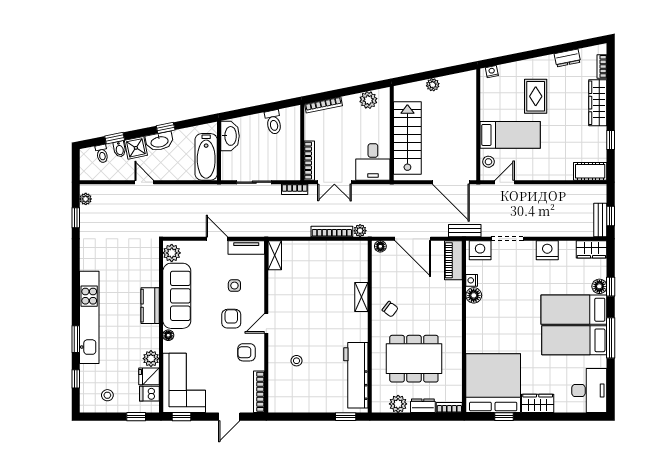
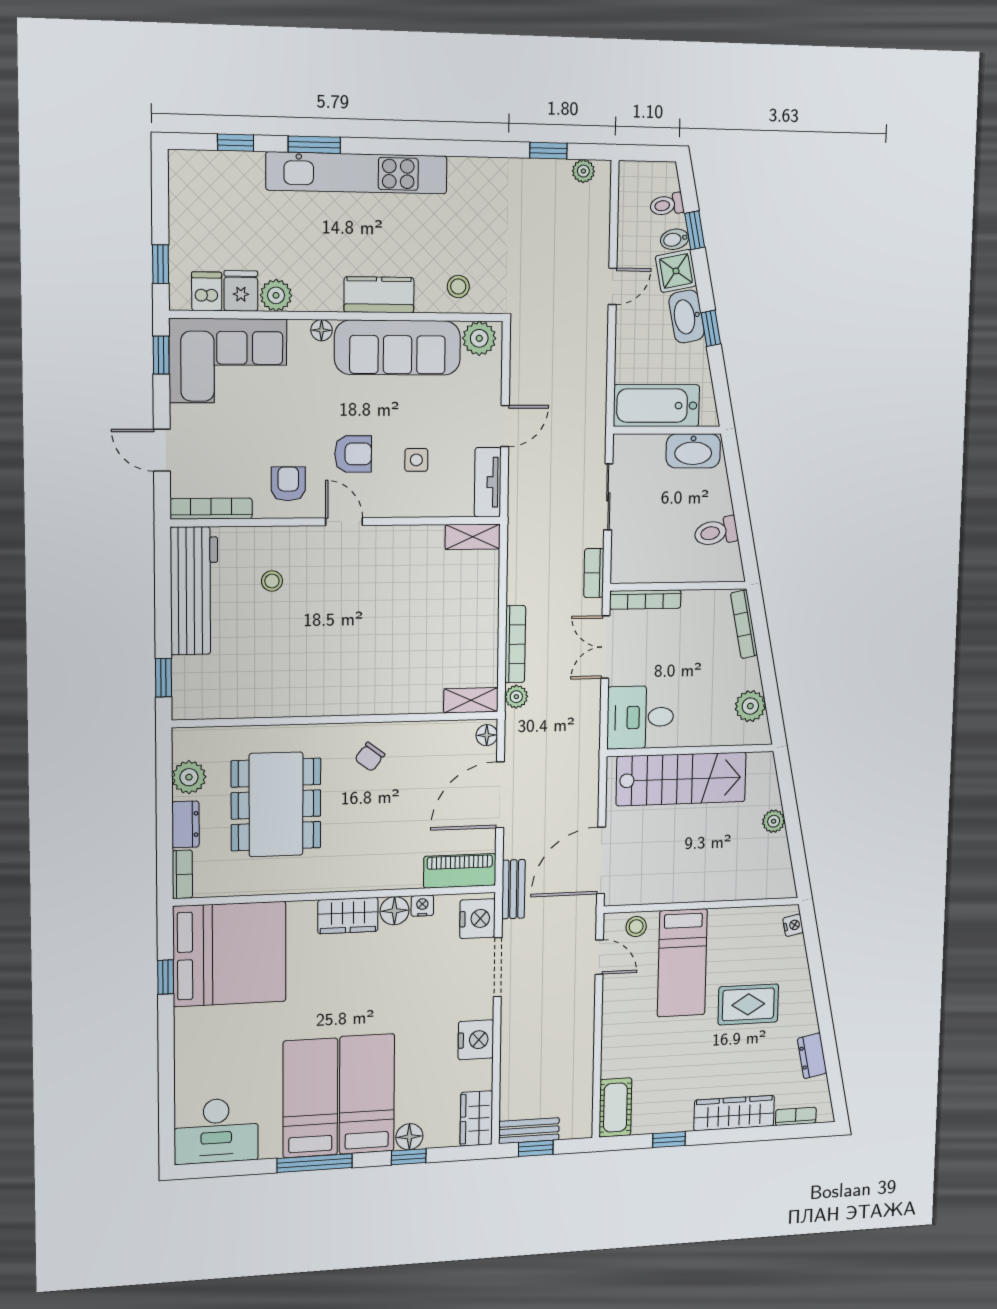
shelving: (361, 297) -> (471, 700), moved
workbench: (356, 375) -> (194, 591), moved, turned 90
stool: (107, 395) -> (458, 287), moved
wardrobe: (538, 403) -> (348, 916), moved, turned 90

